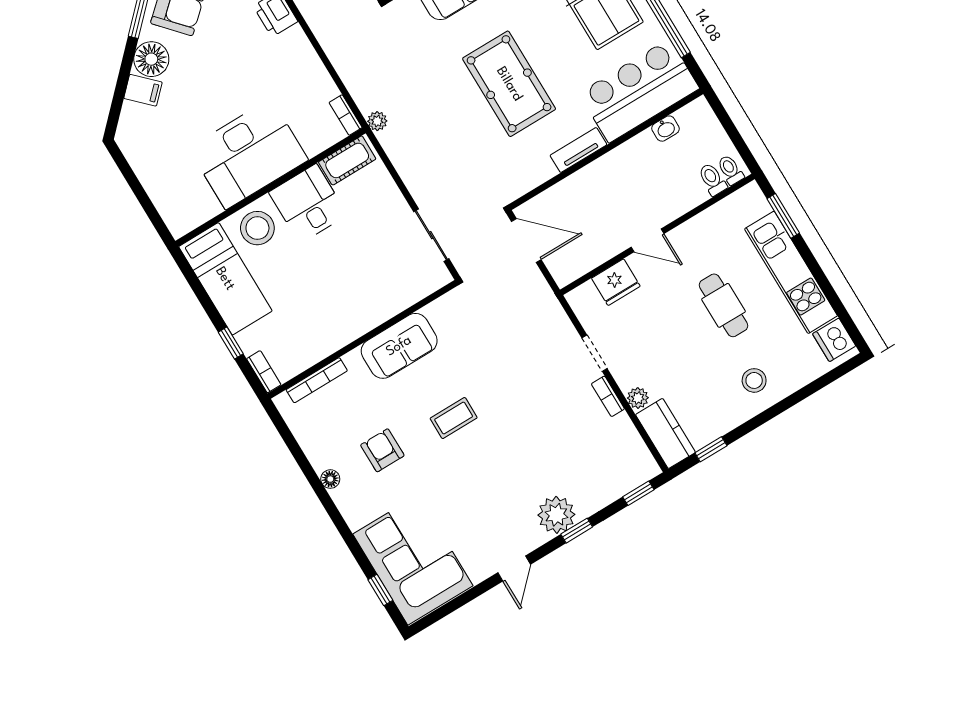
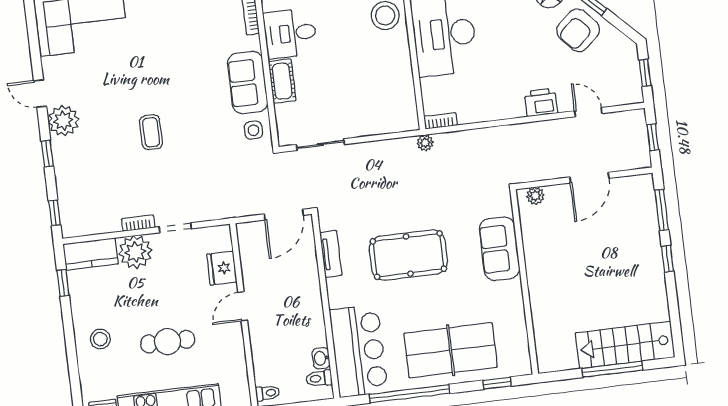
tv unit: (578, 150) -> (331, 254), moved
cot: (347, 160) -> (282, 81), moved
toilet: (712, 179) -> (319, 378), moved, turned 180
desk: (308, 204) -> (290, 33), moved, turned 180
side table: (449, 316) -> (253, 130), added
plant: (638, 398) -> (135, 252), width x1.87, depth x1.87
coffee table: (454, 418) -> (151, 132), moved
armchair: (382, 450) -> (174, 34), removed
plant: (556, 515) -> (63, 121), moved

